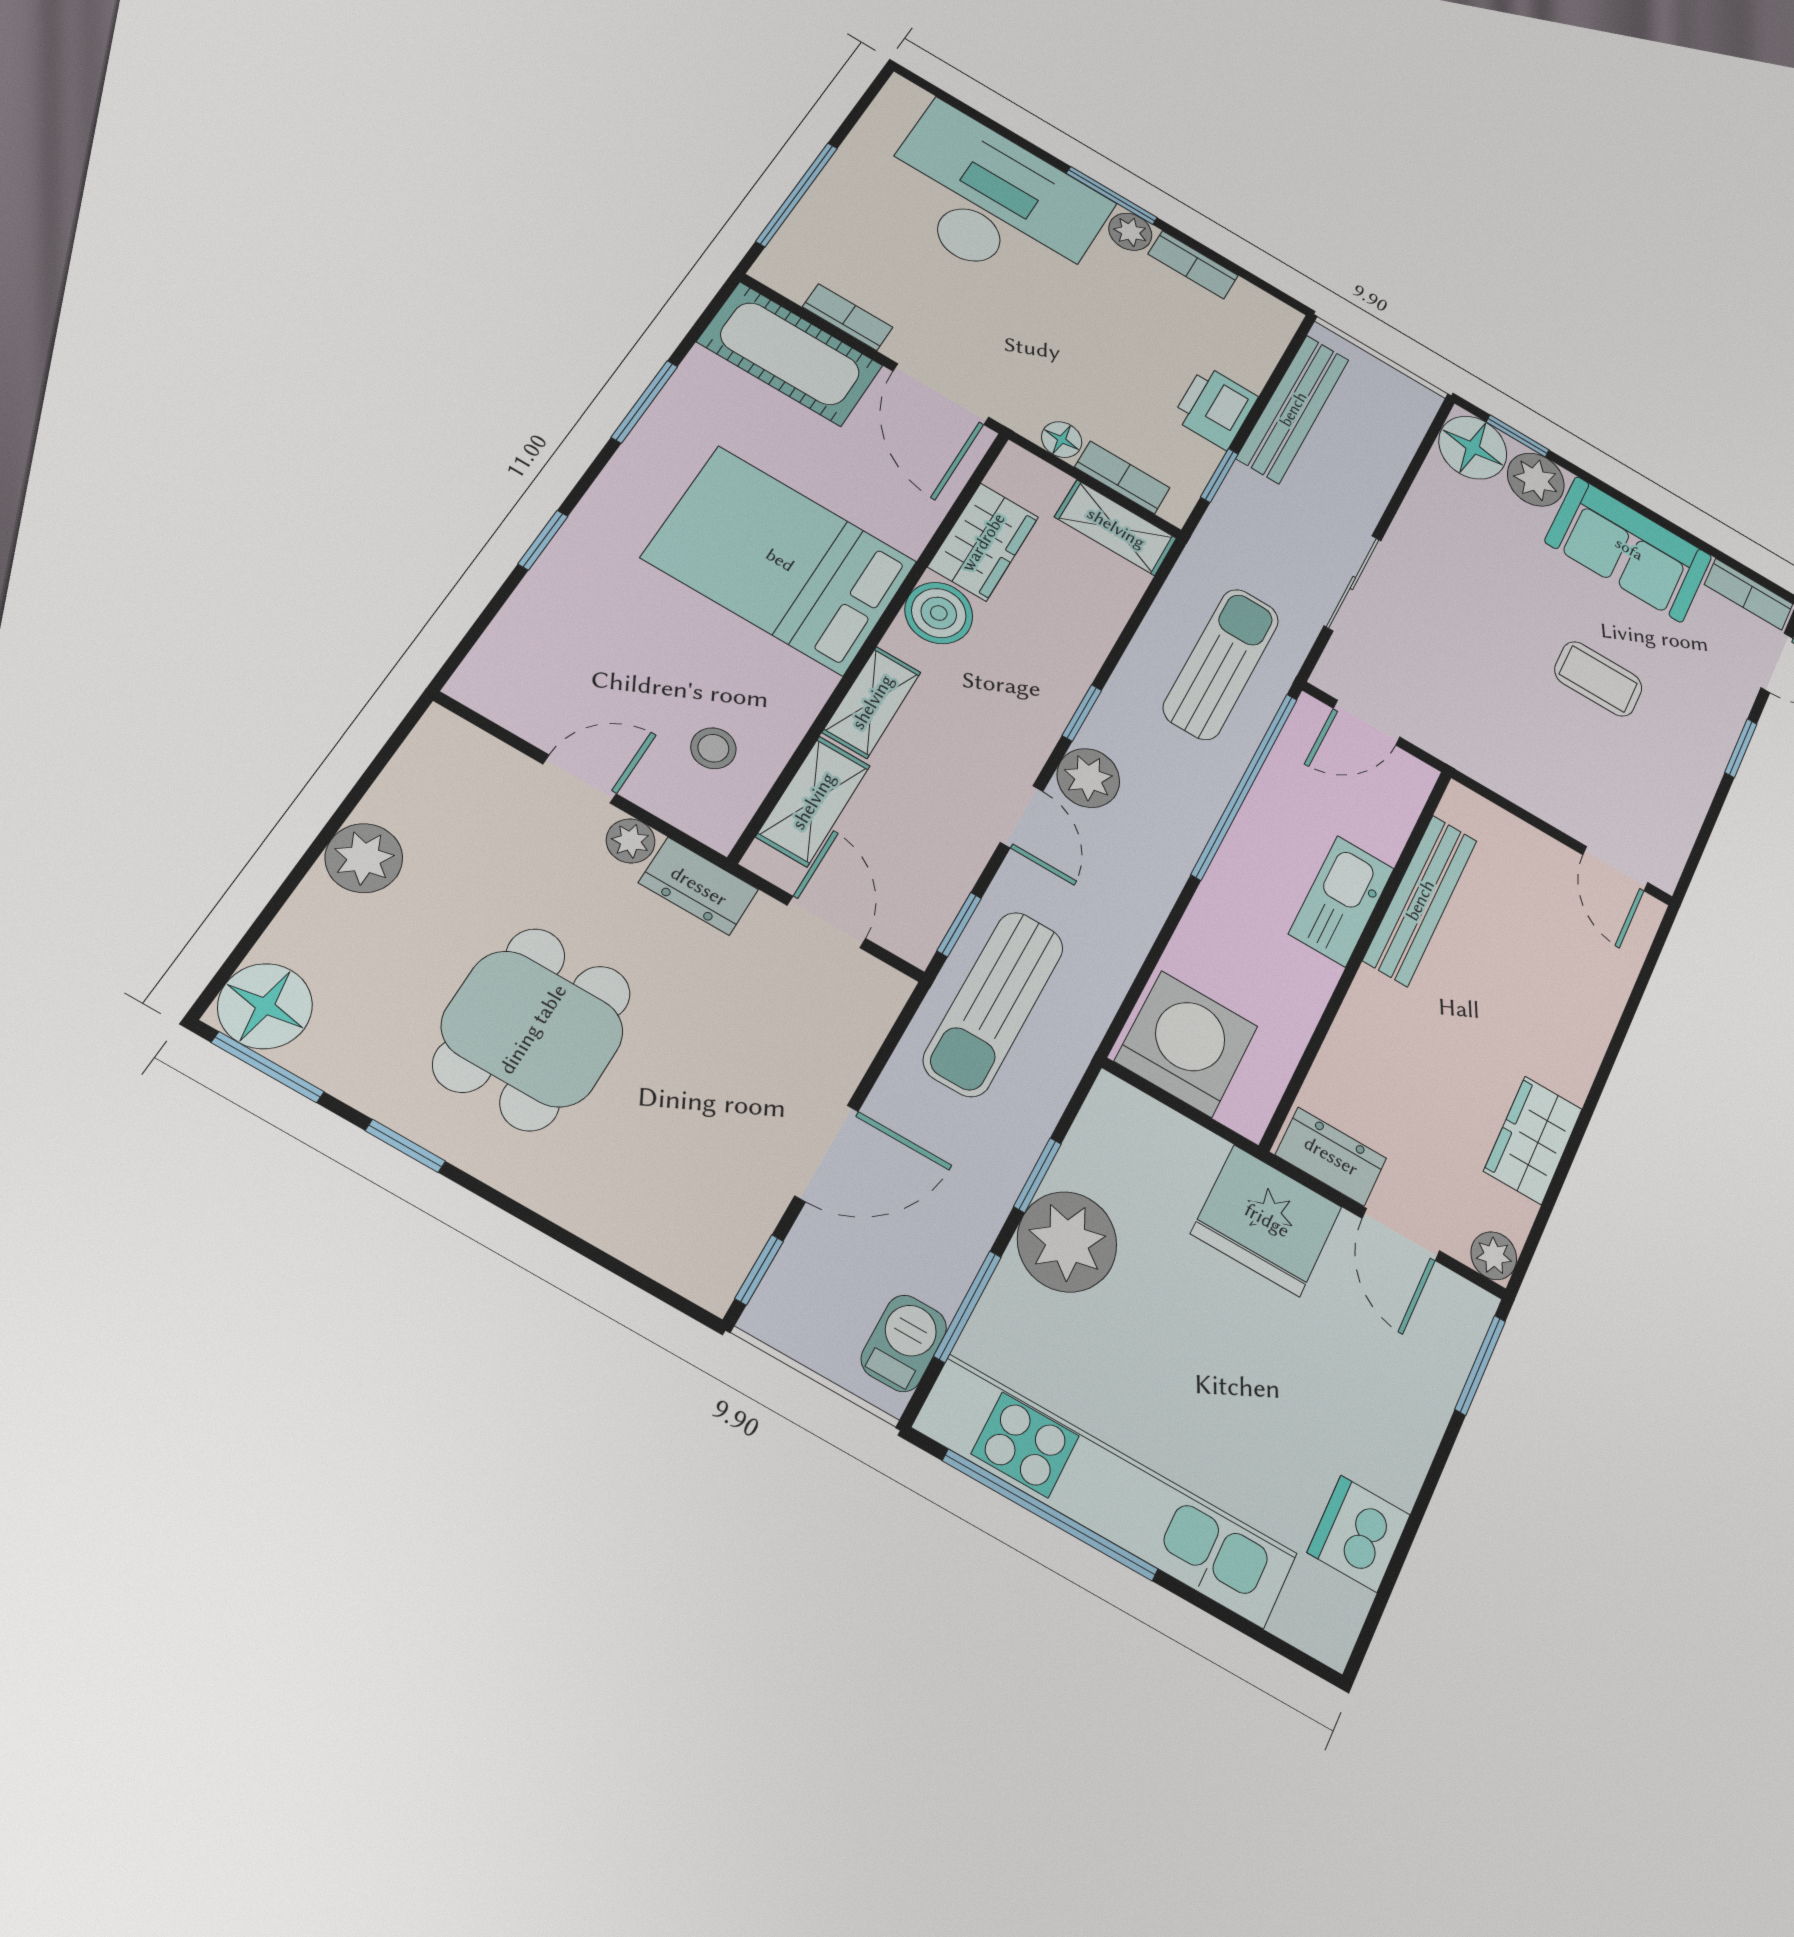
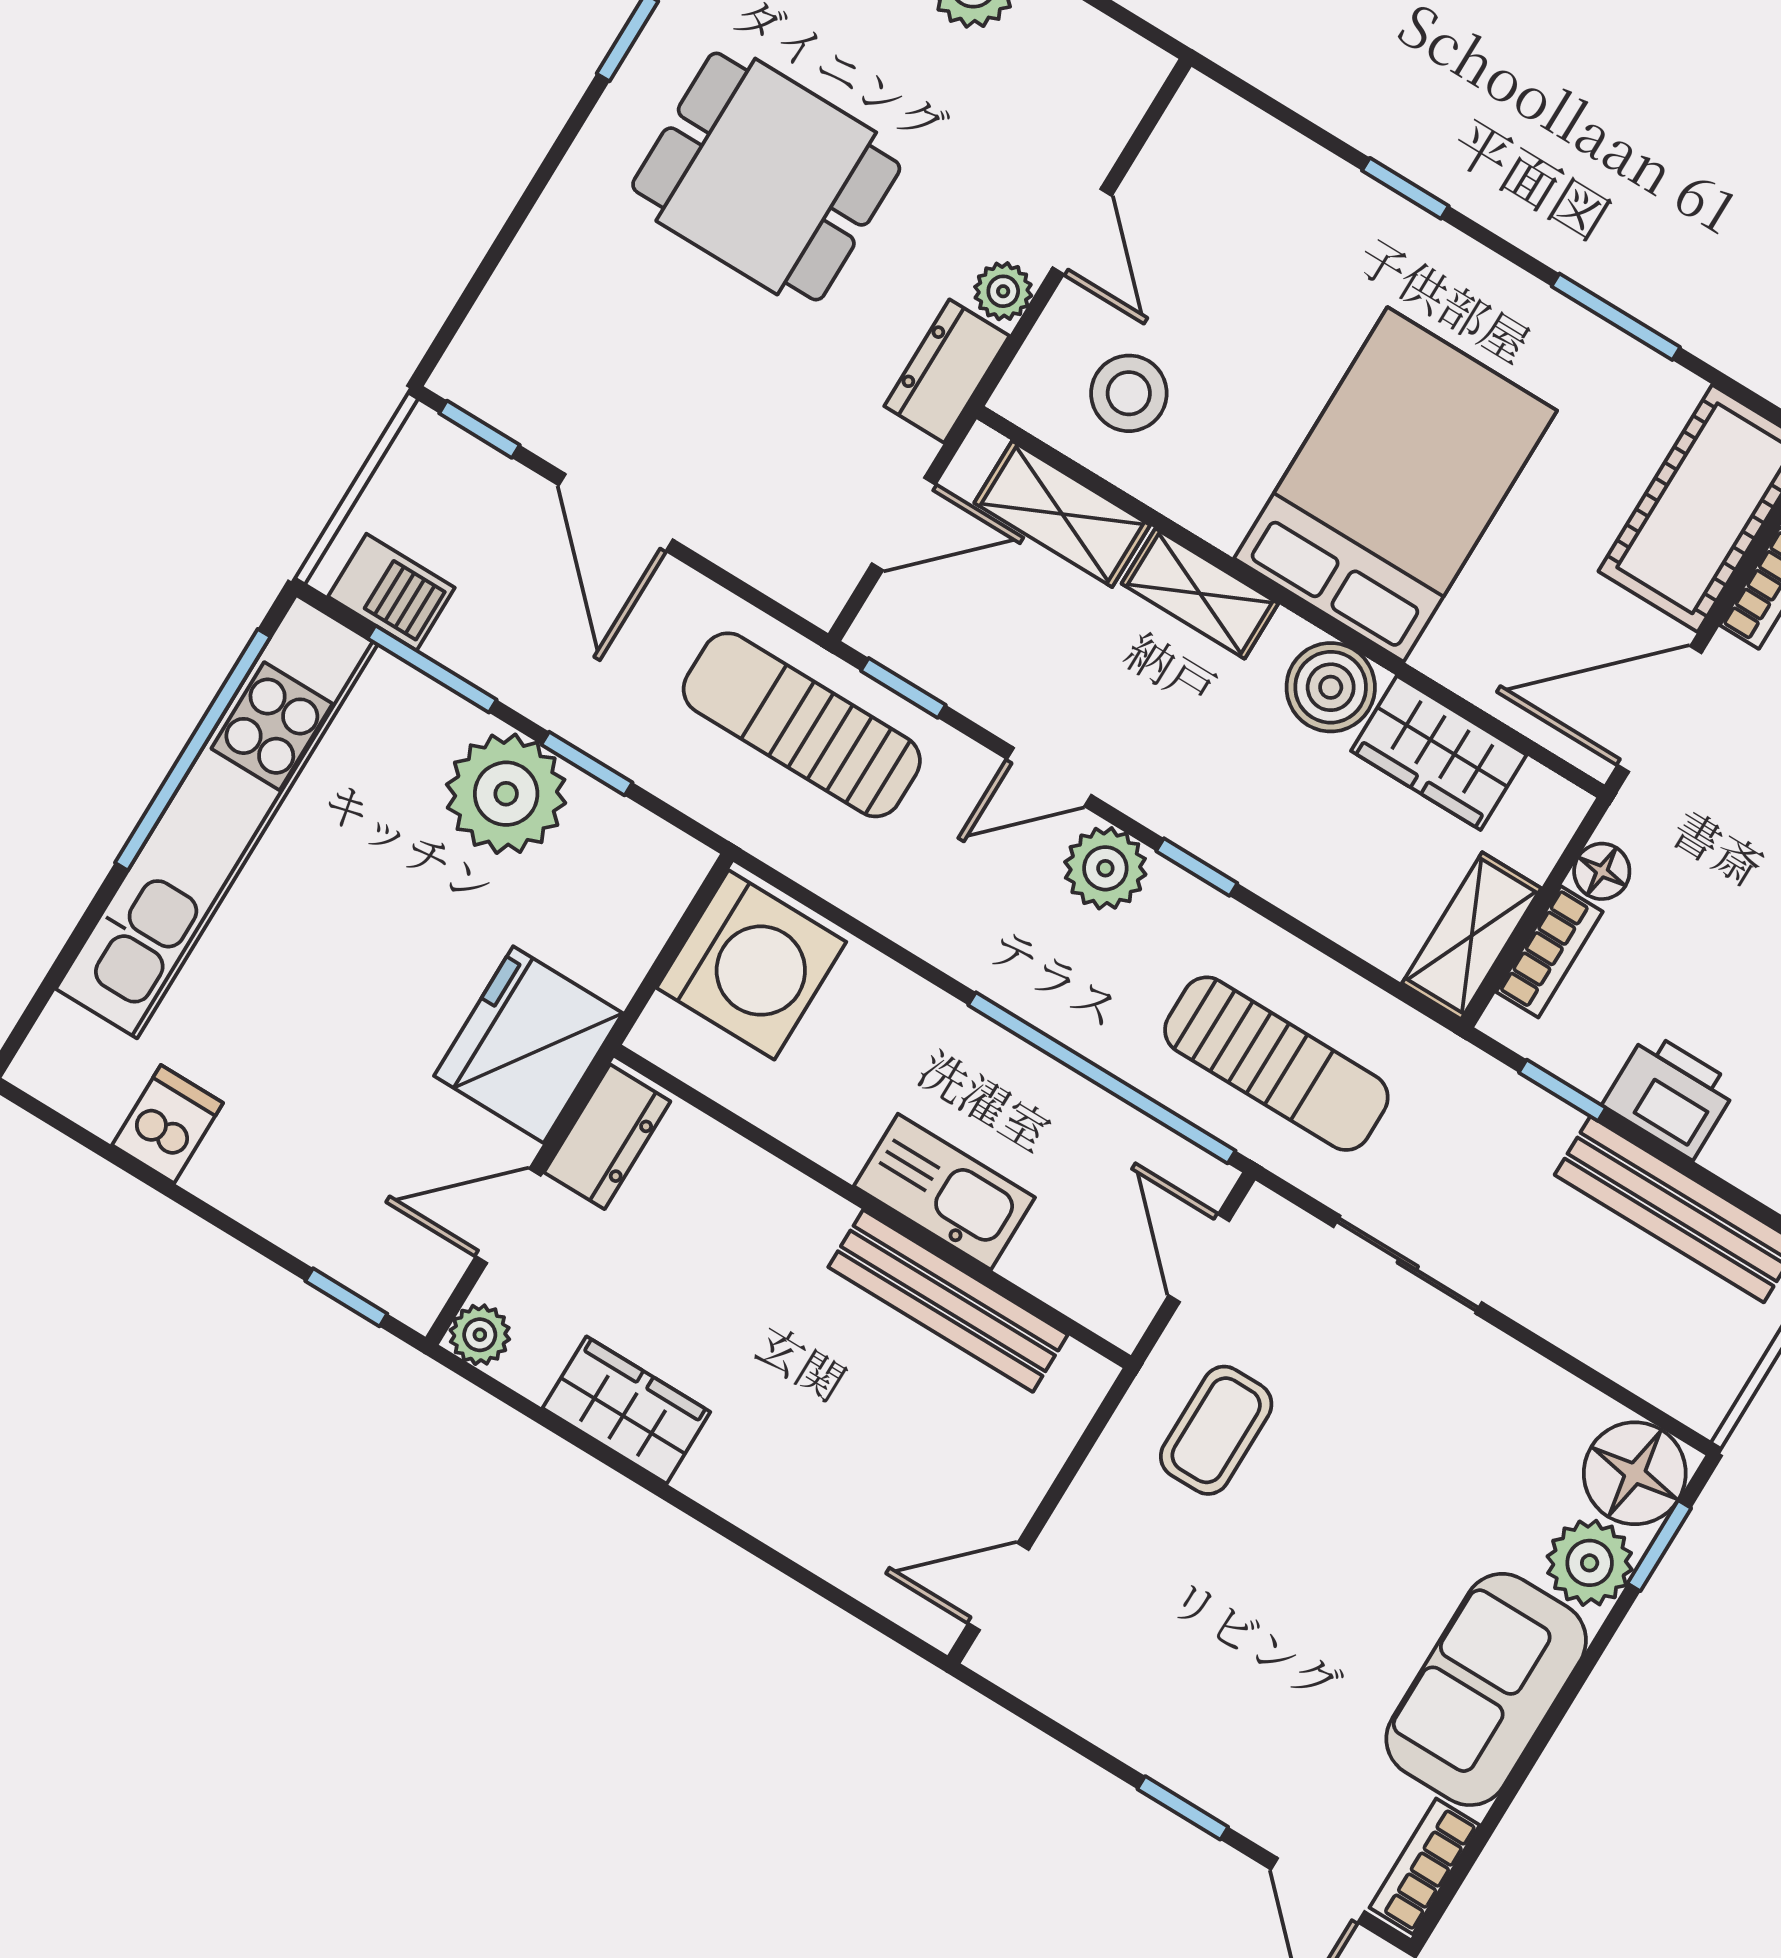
coffee table: (1598, 679) -> (1216, 1430), moved
stool: (713, 748) -> (1129, 393), width x1.37, depth x1.37
window: (1480, 1365) -> (346, 1297), width x0.67
dishwasher: (1359, 1534) -> (167, 1124), width x0.73

